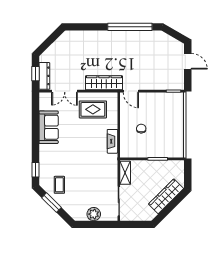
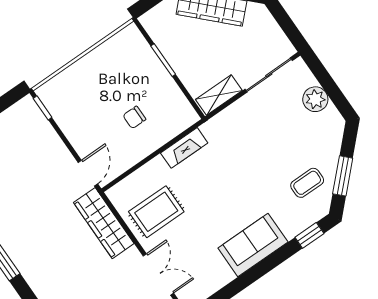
rug: (93, 109) -> (156, 212), turned 90
sofa: (49, 127) -> (253, 245), moved

